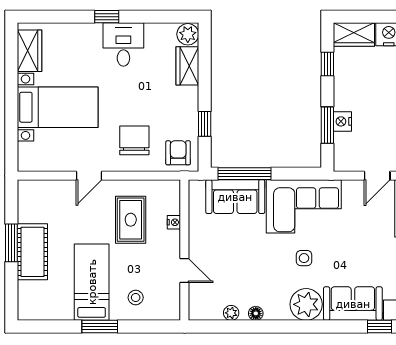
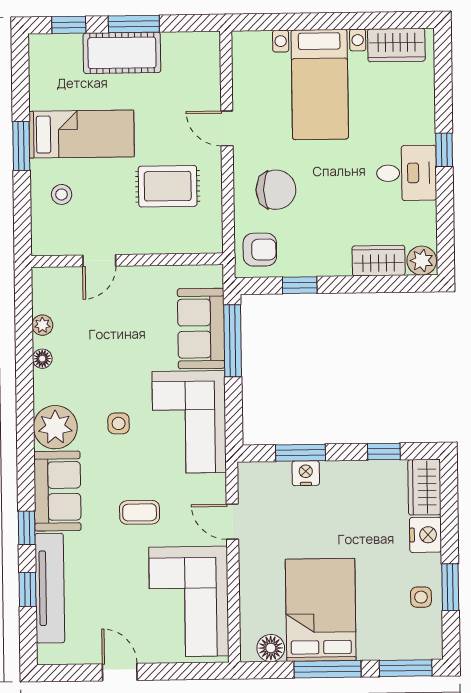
nightstand: (174, 222) -> (165, 245), removed
coffee table: (369, 244) -> (140, 512), added
window: (11, 290) -> (69, 25), added

